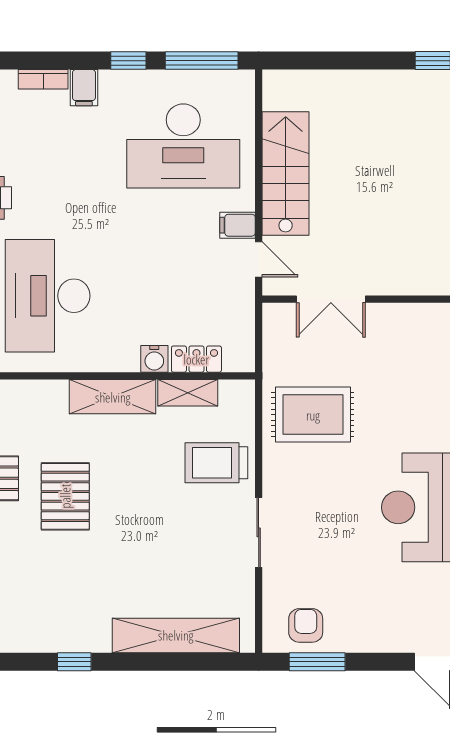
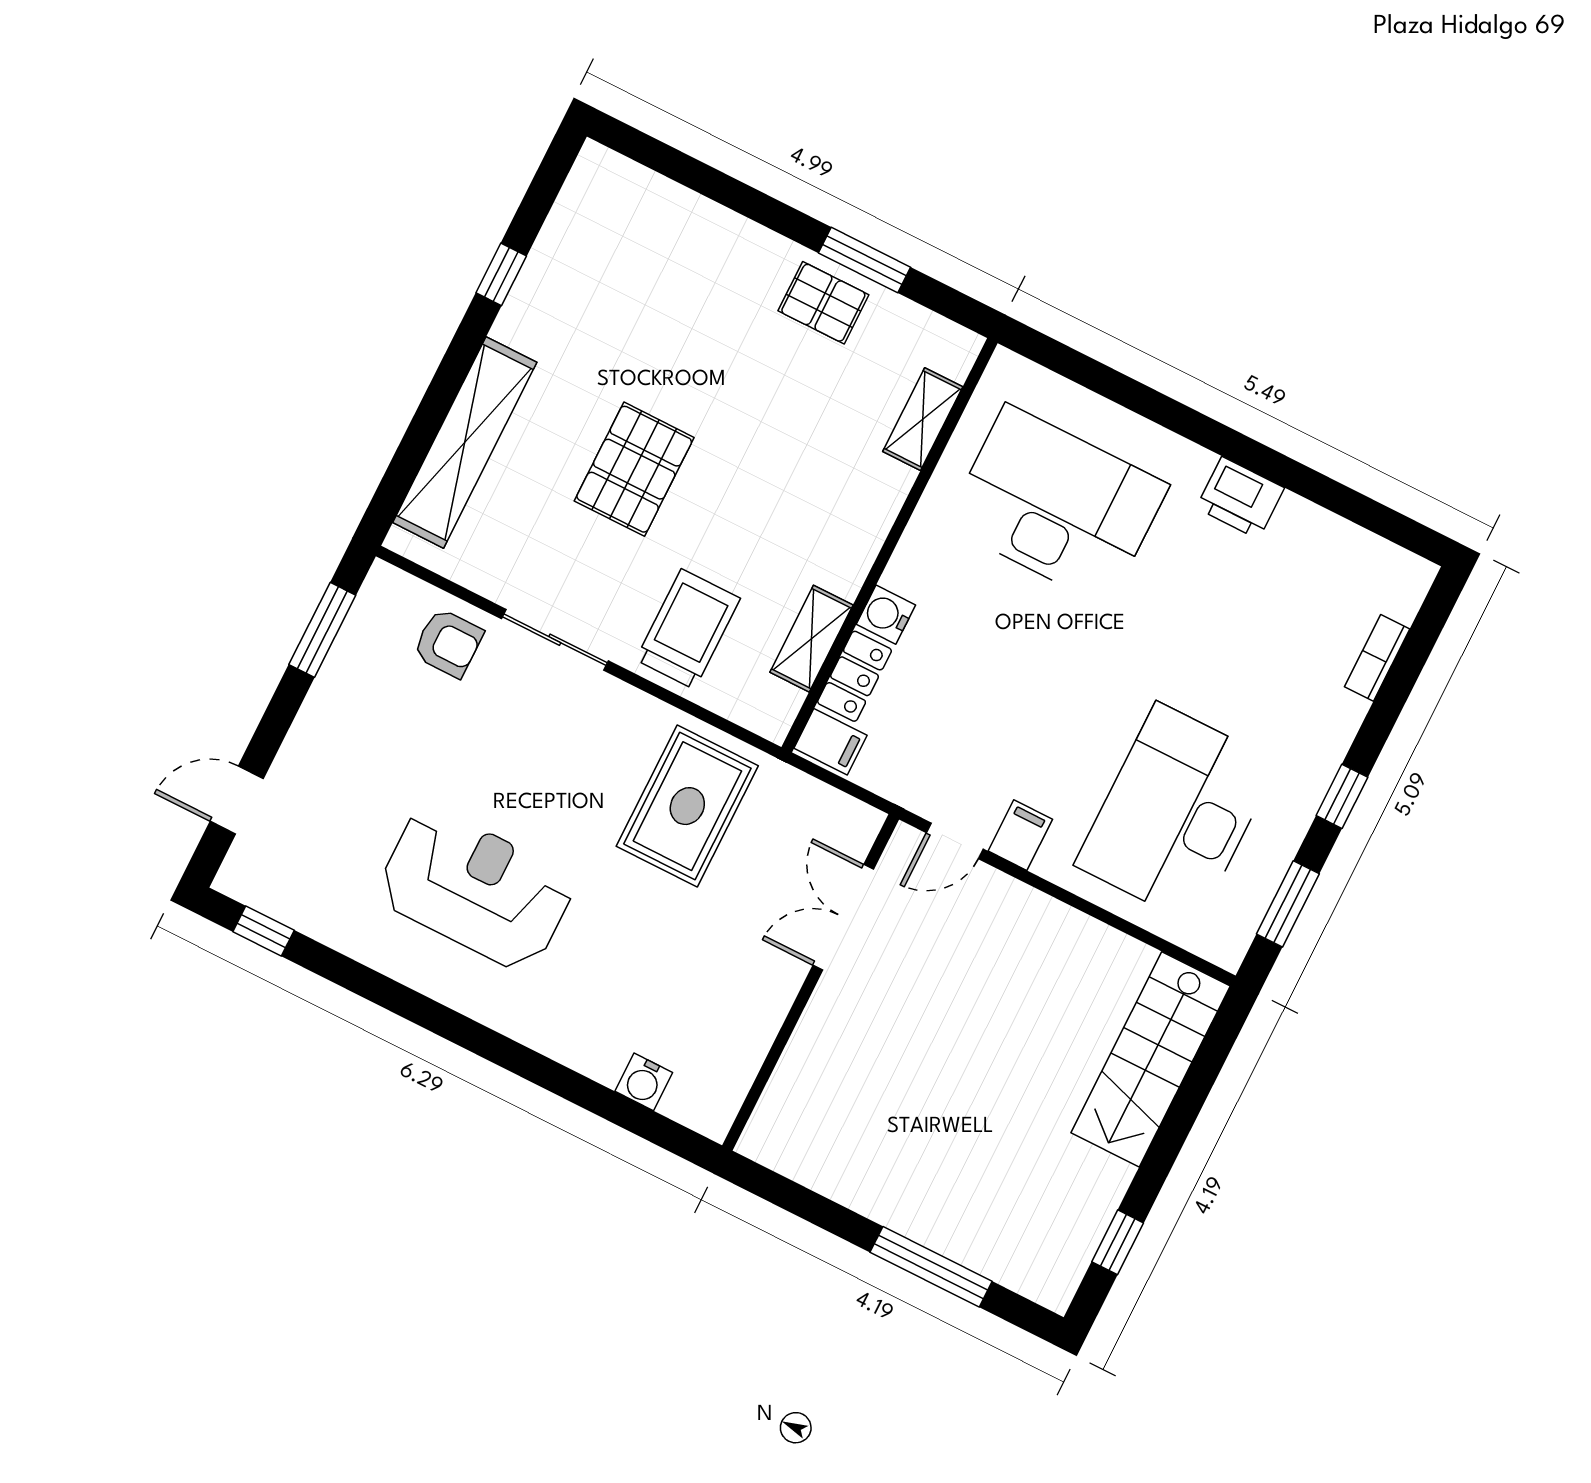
window: (202, 61) -> (1288, 904), width x0.69
filing cabinet: (84, 88) -> (830, 742), moved, turned 180
stairs: (286, 174) -> (1151, 1059), moved, turned 90
shelving: (113, 397) -> (923, 419), moved, width x0.67, depth x0.75
pallet: (65, 496) -> (634, 469), moved, turned 90
armchair: (306, 625) -> (448, 643), moved

